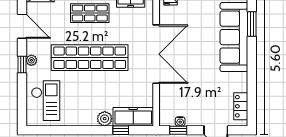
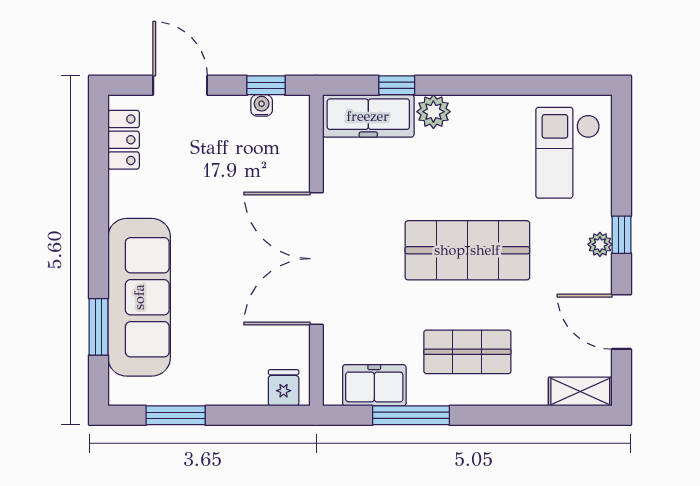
shop shelf: (90, 58) -> (467, 250), width x0.71

